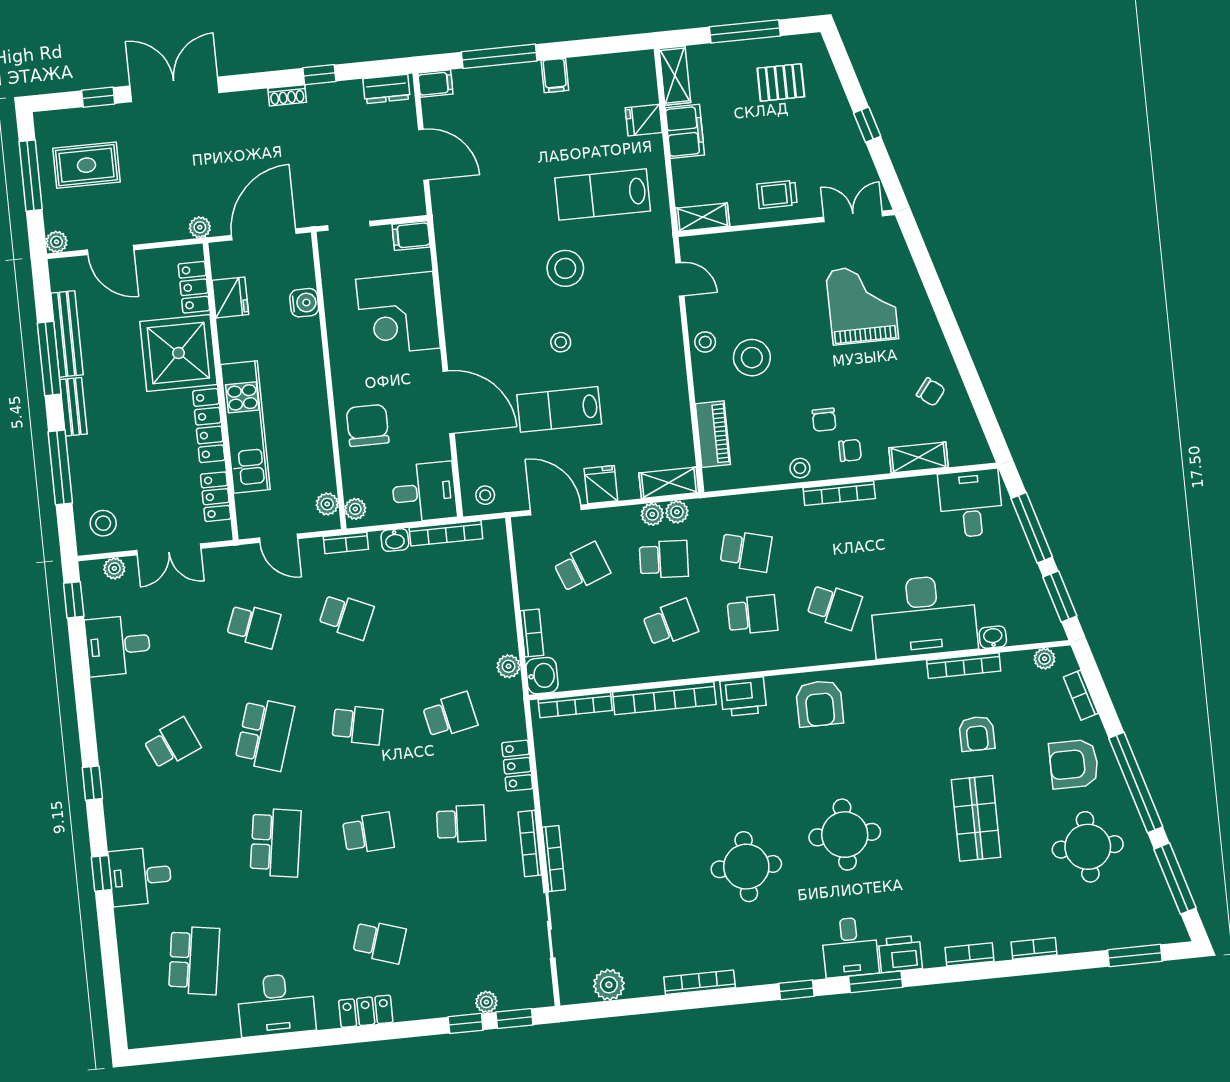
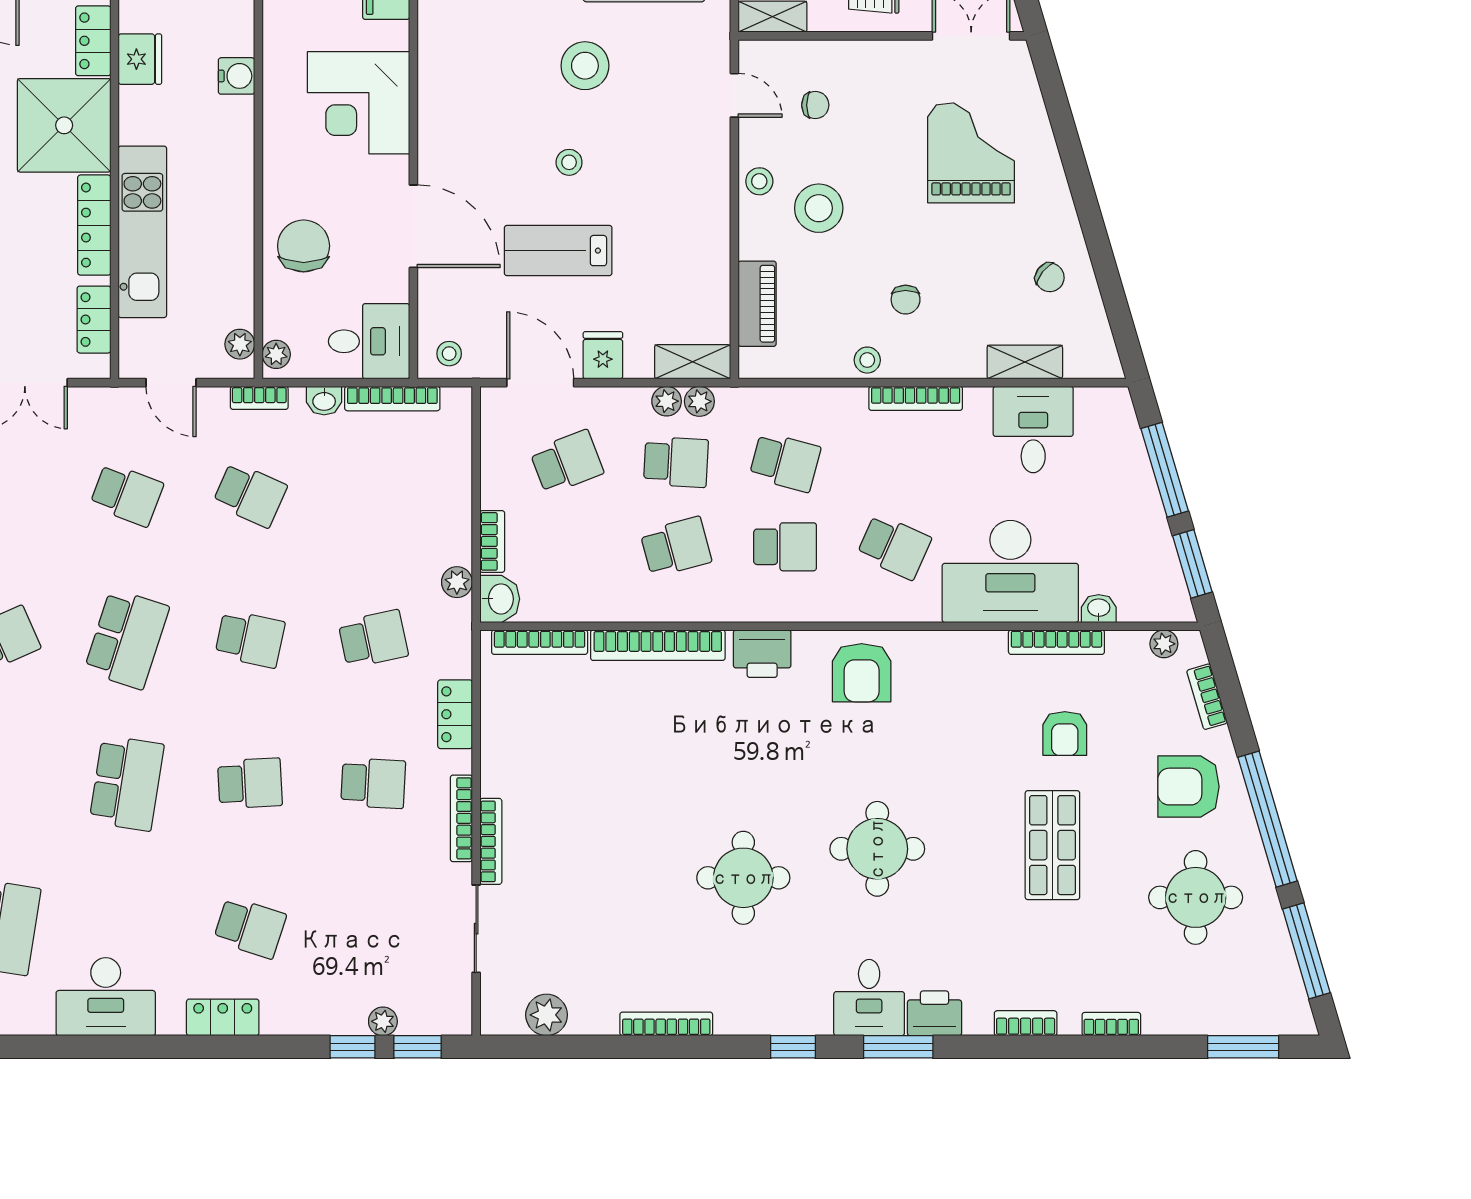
chair: (850, 450) -> (815, 105), moved
desk: (971, 503) -> (1033, 430), moved

